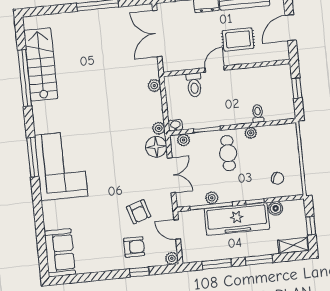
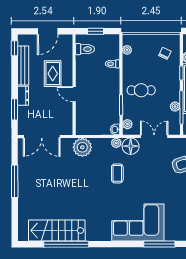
door: (291, 28) -> (48, 31), hinge flipped
toilet: (194, 85) -> (85, 49), moved
plant: (154, 86) -> (82, 147), width x1.87, depth x1.87
coffee table: (120, 133) -> (117, 173), added
plant: (251, 133) -> (127, 50), moved
window: (33, 157) -> (159, 244), moved

